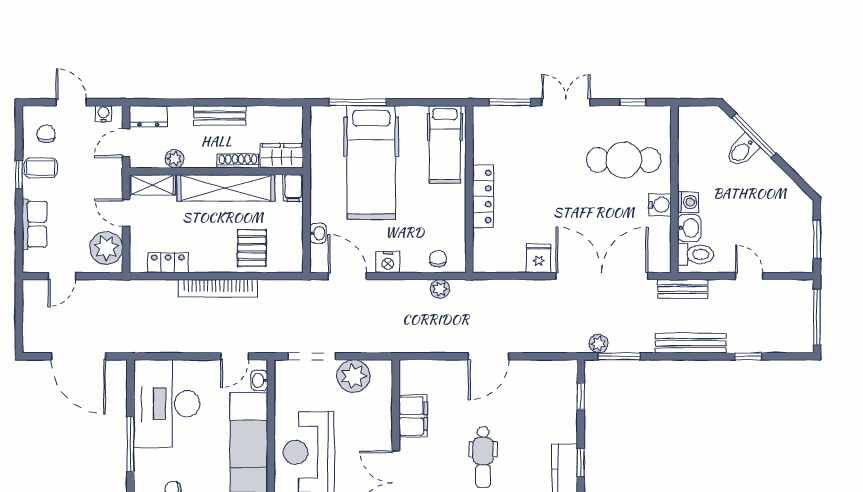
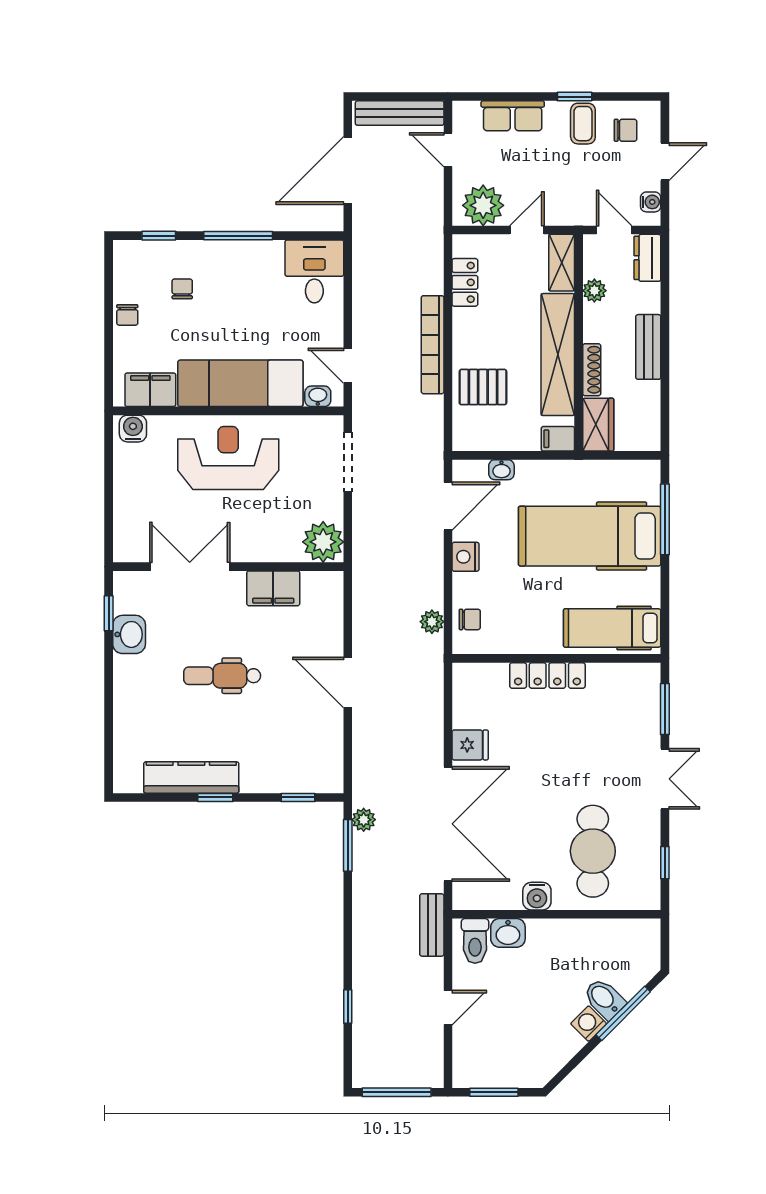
washing machine: (688, 202) -> (589, 1024), moved, turned 135
bench: (691, 343) -> (400, 113), moved, turned 90
plant: (354, 376) -> (323, 542), moved
desk: (167, 404) -> (314, 271), width x0.53, depth x0.77

